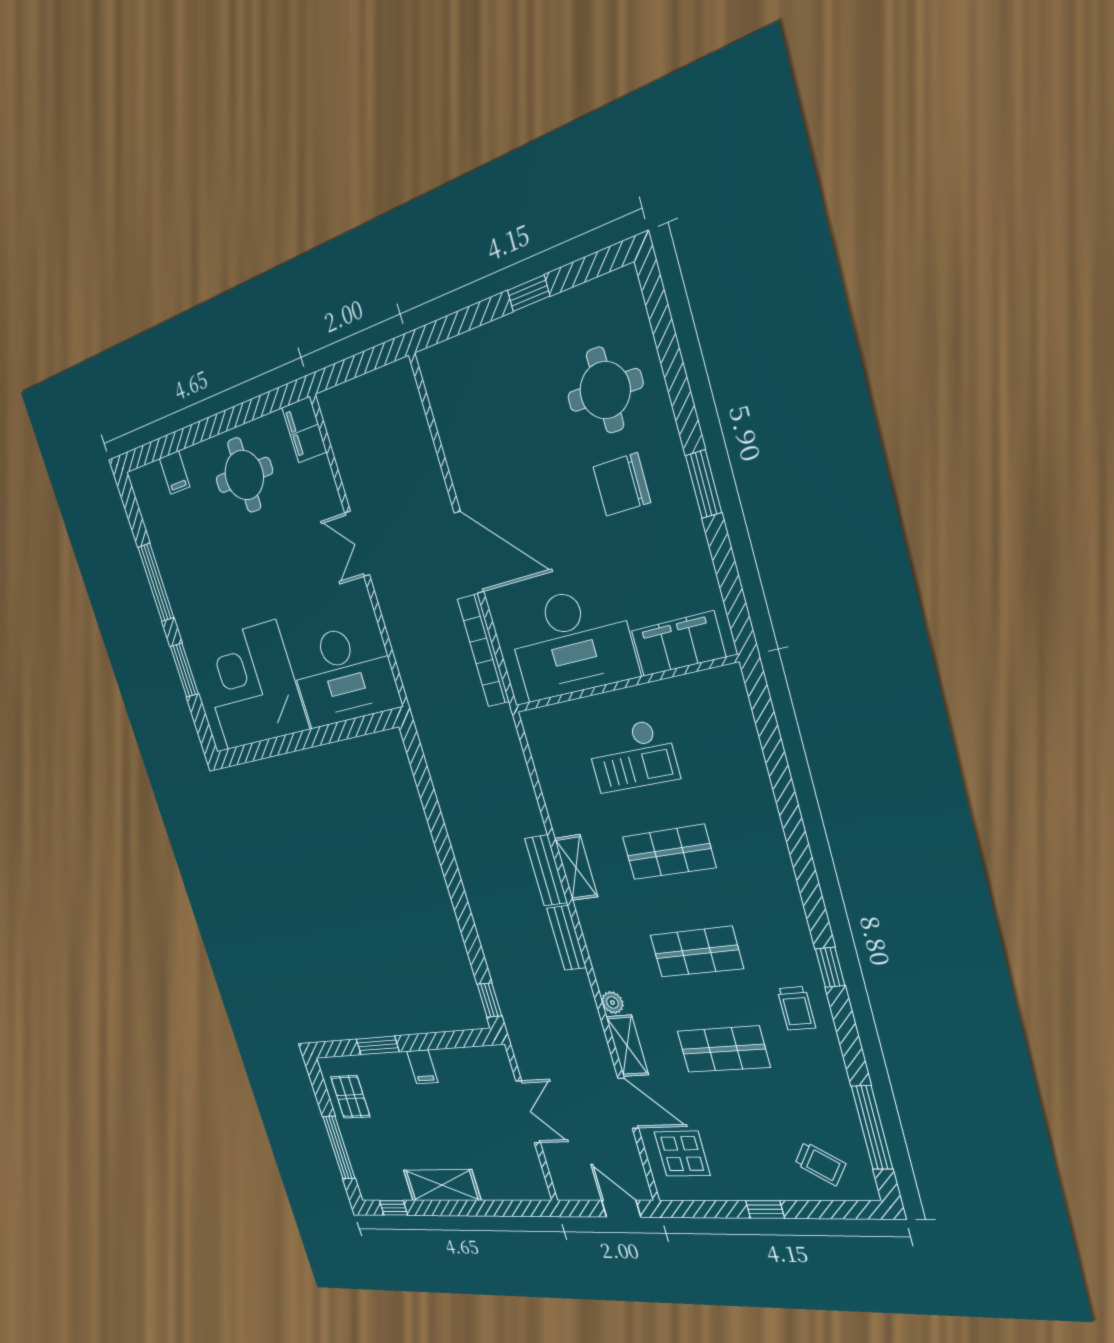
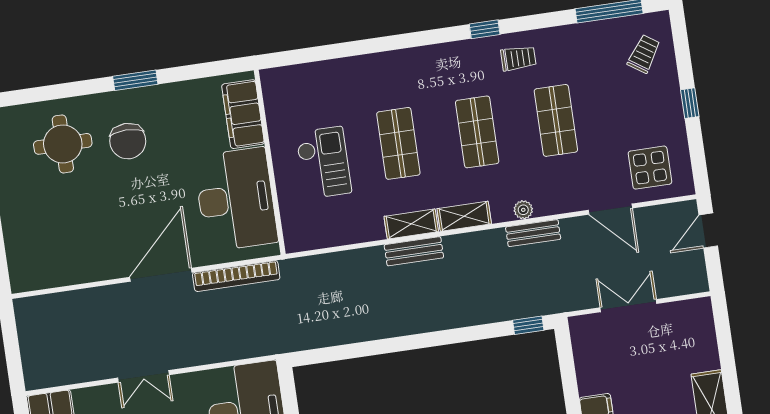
bench: (567, 938) -> (533, 233), moved
shelving: (627, 1046) -> (464, 216), moved
door: (628, 1103) -> (610, 209), swing flipped

